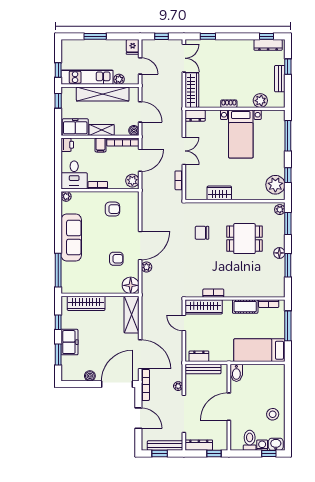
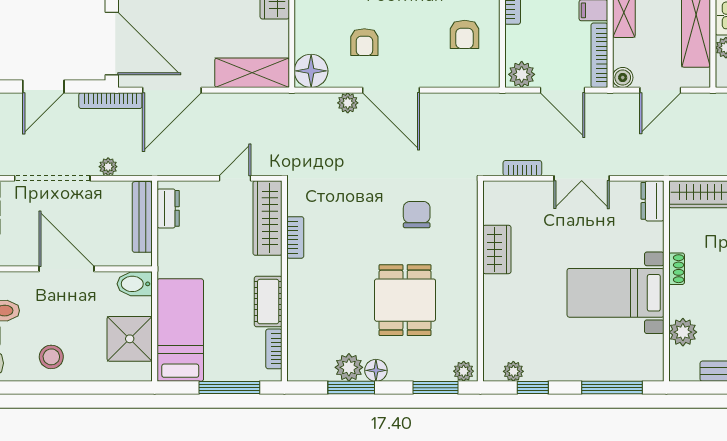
plant: (275, 185) -> (513, 371), width x0.53, depth x0.53
plant: (278, 266) -> (349, 367), added
shower: (264, 375) -> (130, 339), added

